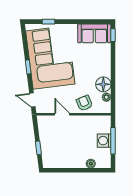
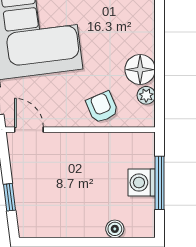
door: (62, 114) -> (29, 130), moved

